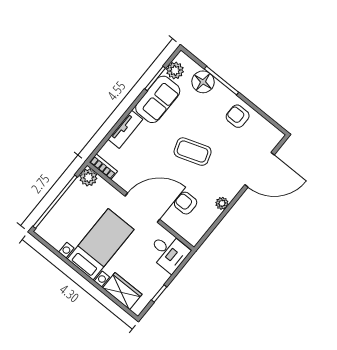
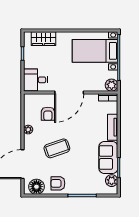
floor lamp: (203, 82) -> (36, 187), moved
armchair: (238, 116) -> (58, 183), turned 180
coffee table: (193, 152) -> (57, 148), moved
armchair: (186, 203) -> (48, 114), turned 90
bed with nightstands: (101, 244) -> (95, 51), moved, turned 90

